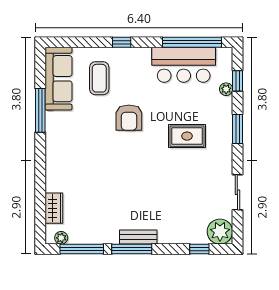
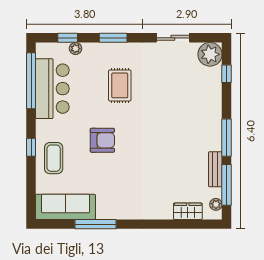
coffee table: (99, 78) -> (54, 158), moved, turned 90
bench: (138, 237) -> (215, 169), moved

